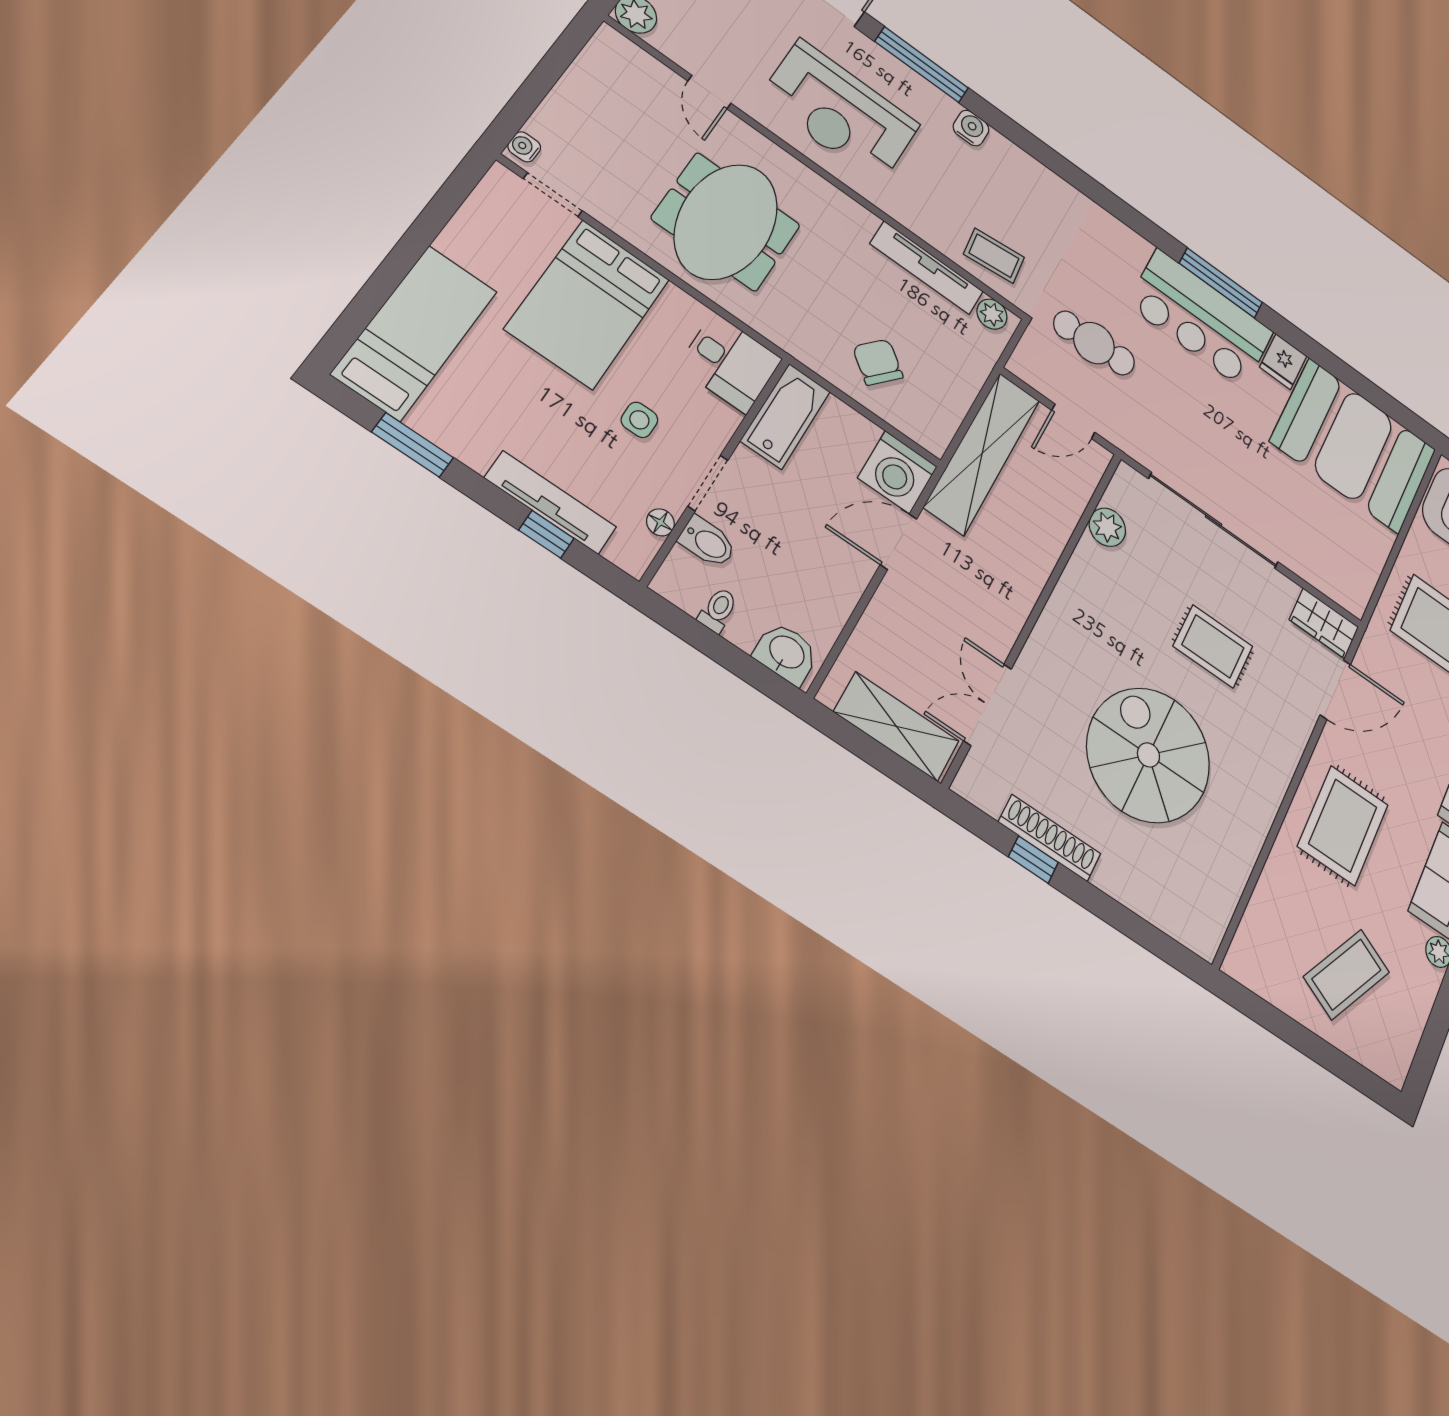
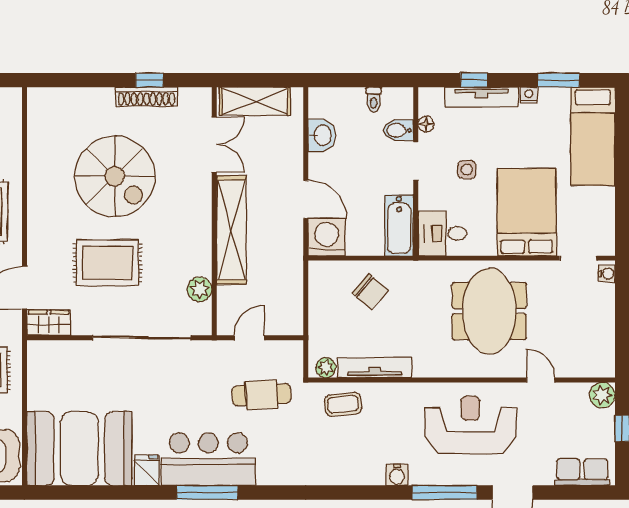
shelving: (982, 453) -> (231, 230), moved
nightstand: (475, 456) -> (529, 95), added
door: (898, 542) -> (306, 199), hinge flipped
rug: (1213, 646) -> (108, 263), width x1.36, depth x1.43
washbasin: (786, 653) -> (322, 135), moved, turned -90

